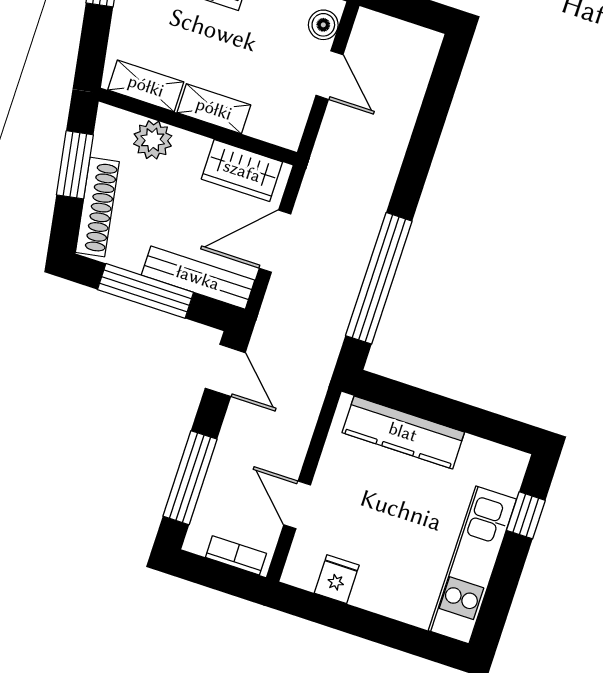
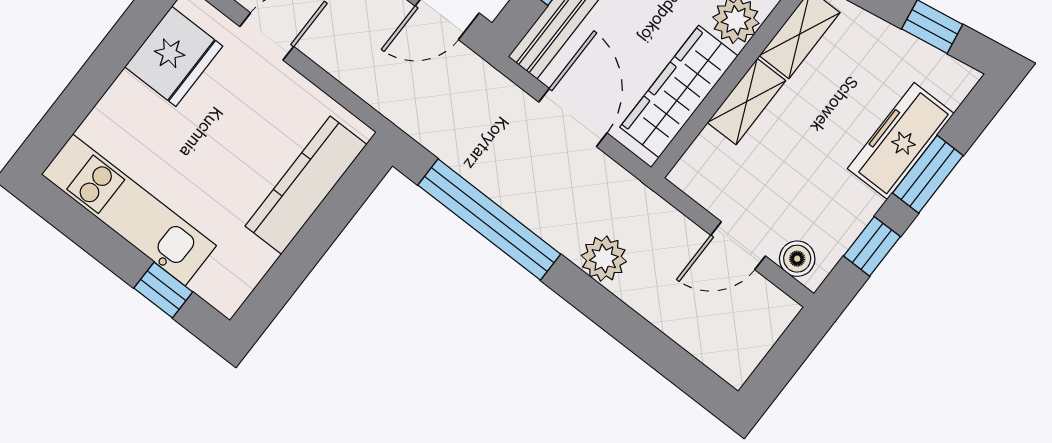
wardrobe: (242, 171) -> (679, 91), width x1.50
plant: (377, 177) -> (604, 259), added
fridge: (337, 579) -> (174, 56), width x1.88, depth x1.34

